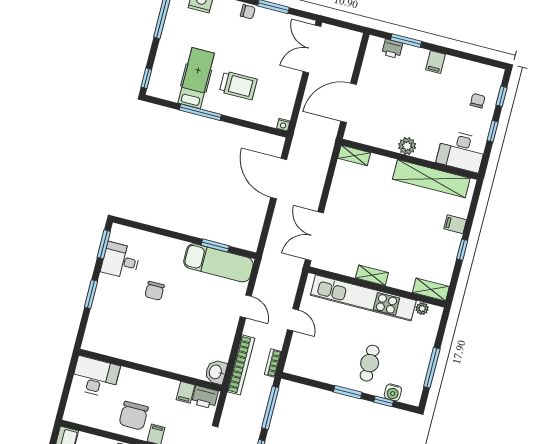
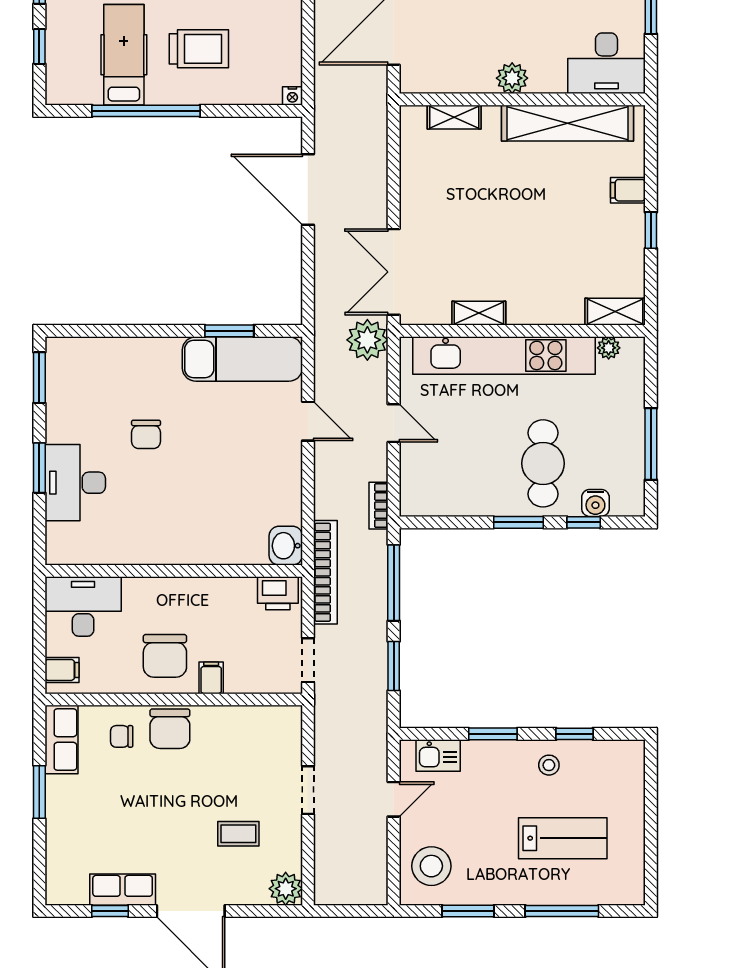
window: (146, 78) -> (39, 46), moved
window: (200, 112) -> (146, 111), width x1.46
shelving: (354, 155) -> (454, 117), moved
desk: (121, 261) -> (75, 483), moved, width x1.37
plant: (290, 270) -> (367, 340), added
shelving: (372, 275) -> (479, 313), moved
cafe table: (370, 363) -> (543, 463), width x1.37, depth x1.35
bookcase: (241, 365) -> (325, 572), moved
filing cabinet: (185, 392) -> (62, 670), moved, turned -90

